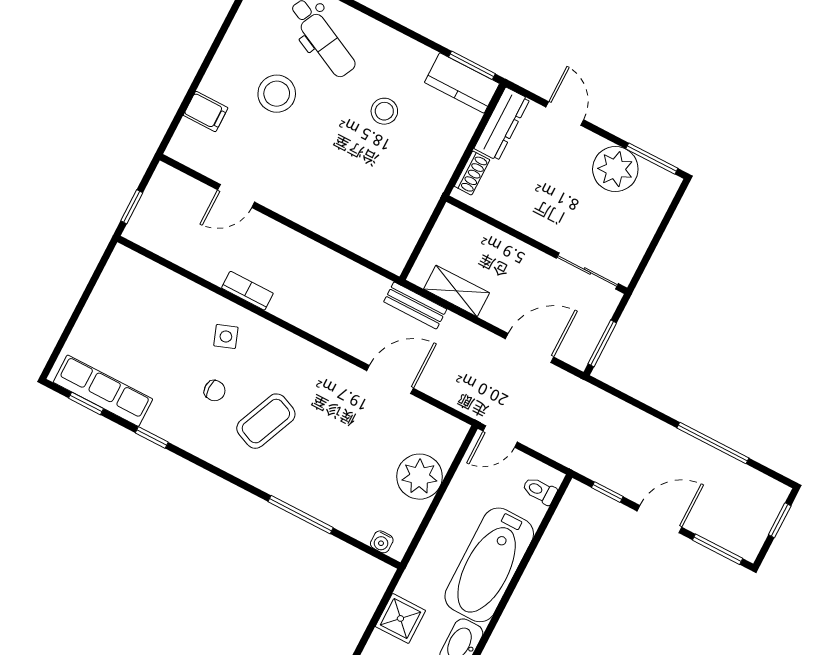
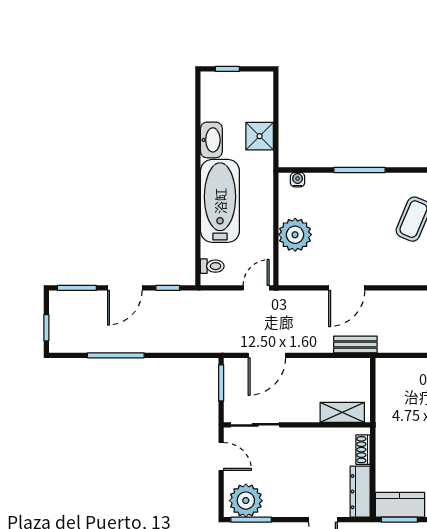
plant: (615, 169) -> (246, 501), moved
door: (649, 254) -> (221, 456), added
shelving: (457, 291) -> (342, 412), moved

